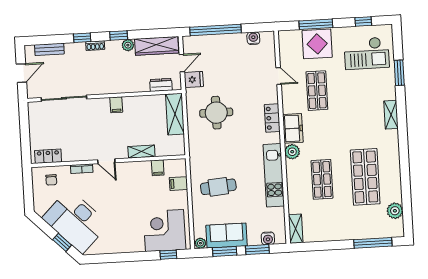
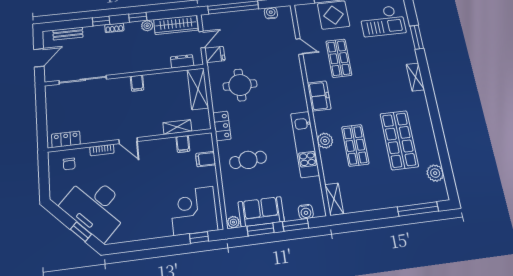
locker: (272, 118) -> (222, 126), moved, turned 180
shelving: (141, 152) -> (177, 127), moved
plant: (292, 152) -> (325, 141), moved

